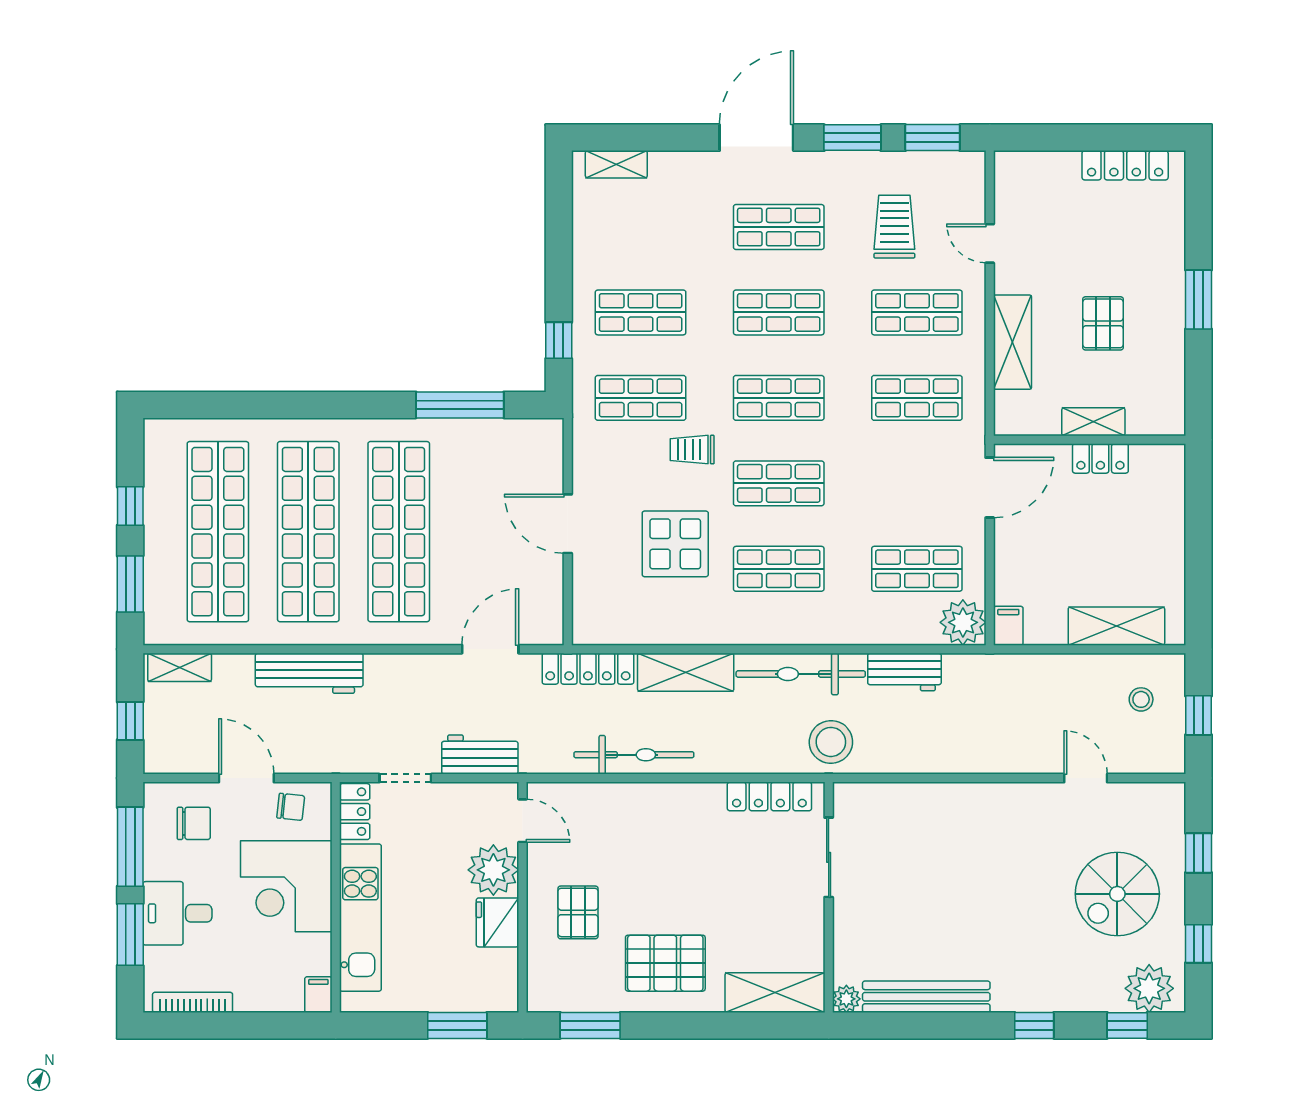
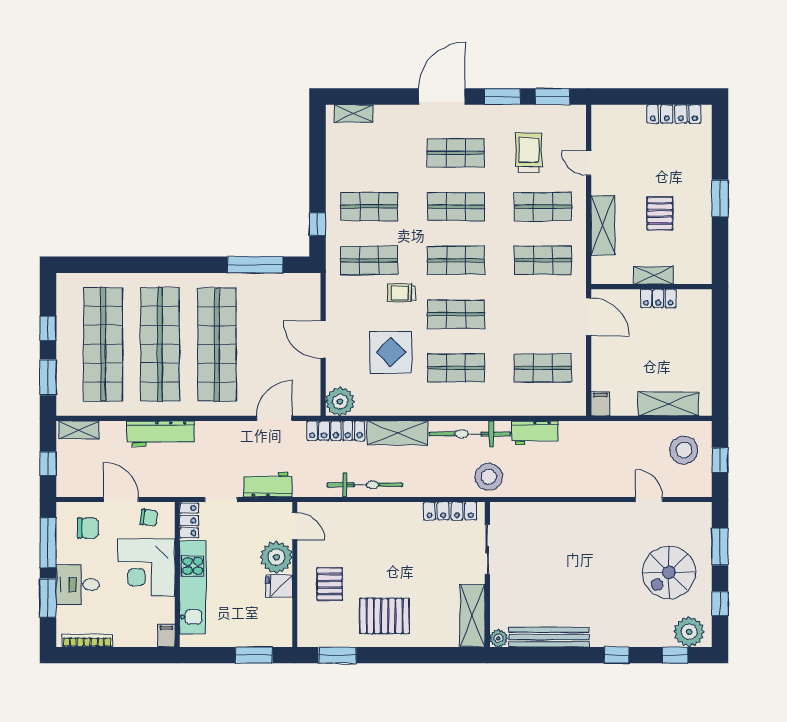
door: (990, 488) -> (589, 317), hinge flipped
plant: (963, 622) -> (340, 402), moved
stool: (1141, 699) -> (684, 450), width x1.89, depth x1.89
window: (1198, 853) -> (720, 547), width x1.50
fridge: (498, 922) -> (279, 586), width x0.72
shelving: (775, 993) -> (472, 616), moved, turned 90

